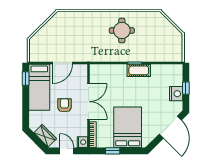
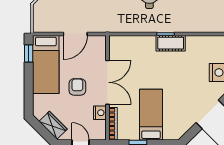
bed: (128, 127) -> (151, 115), width x0.67
nightstand: (82, 142) -> (100, 113), moved

